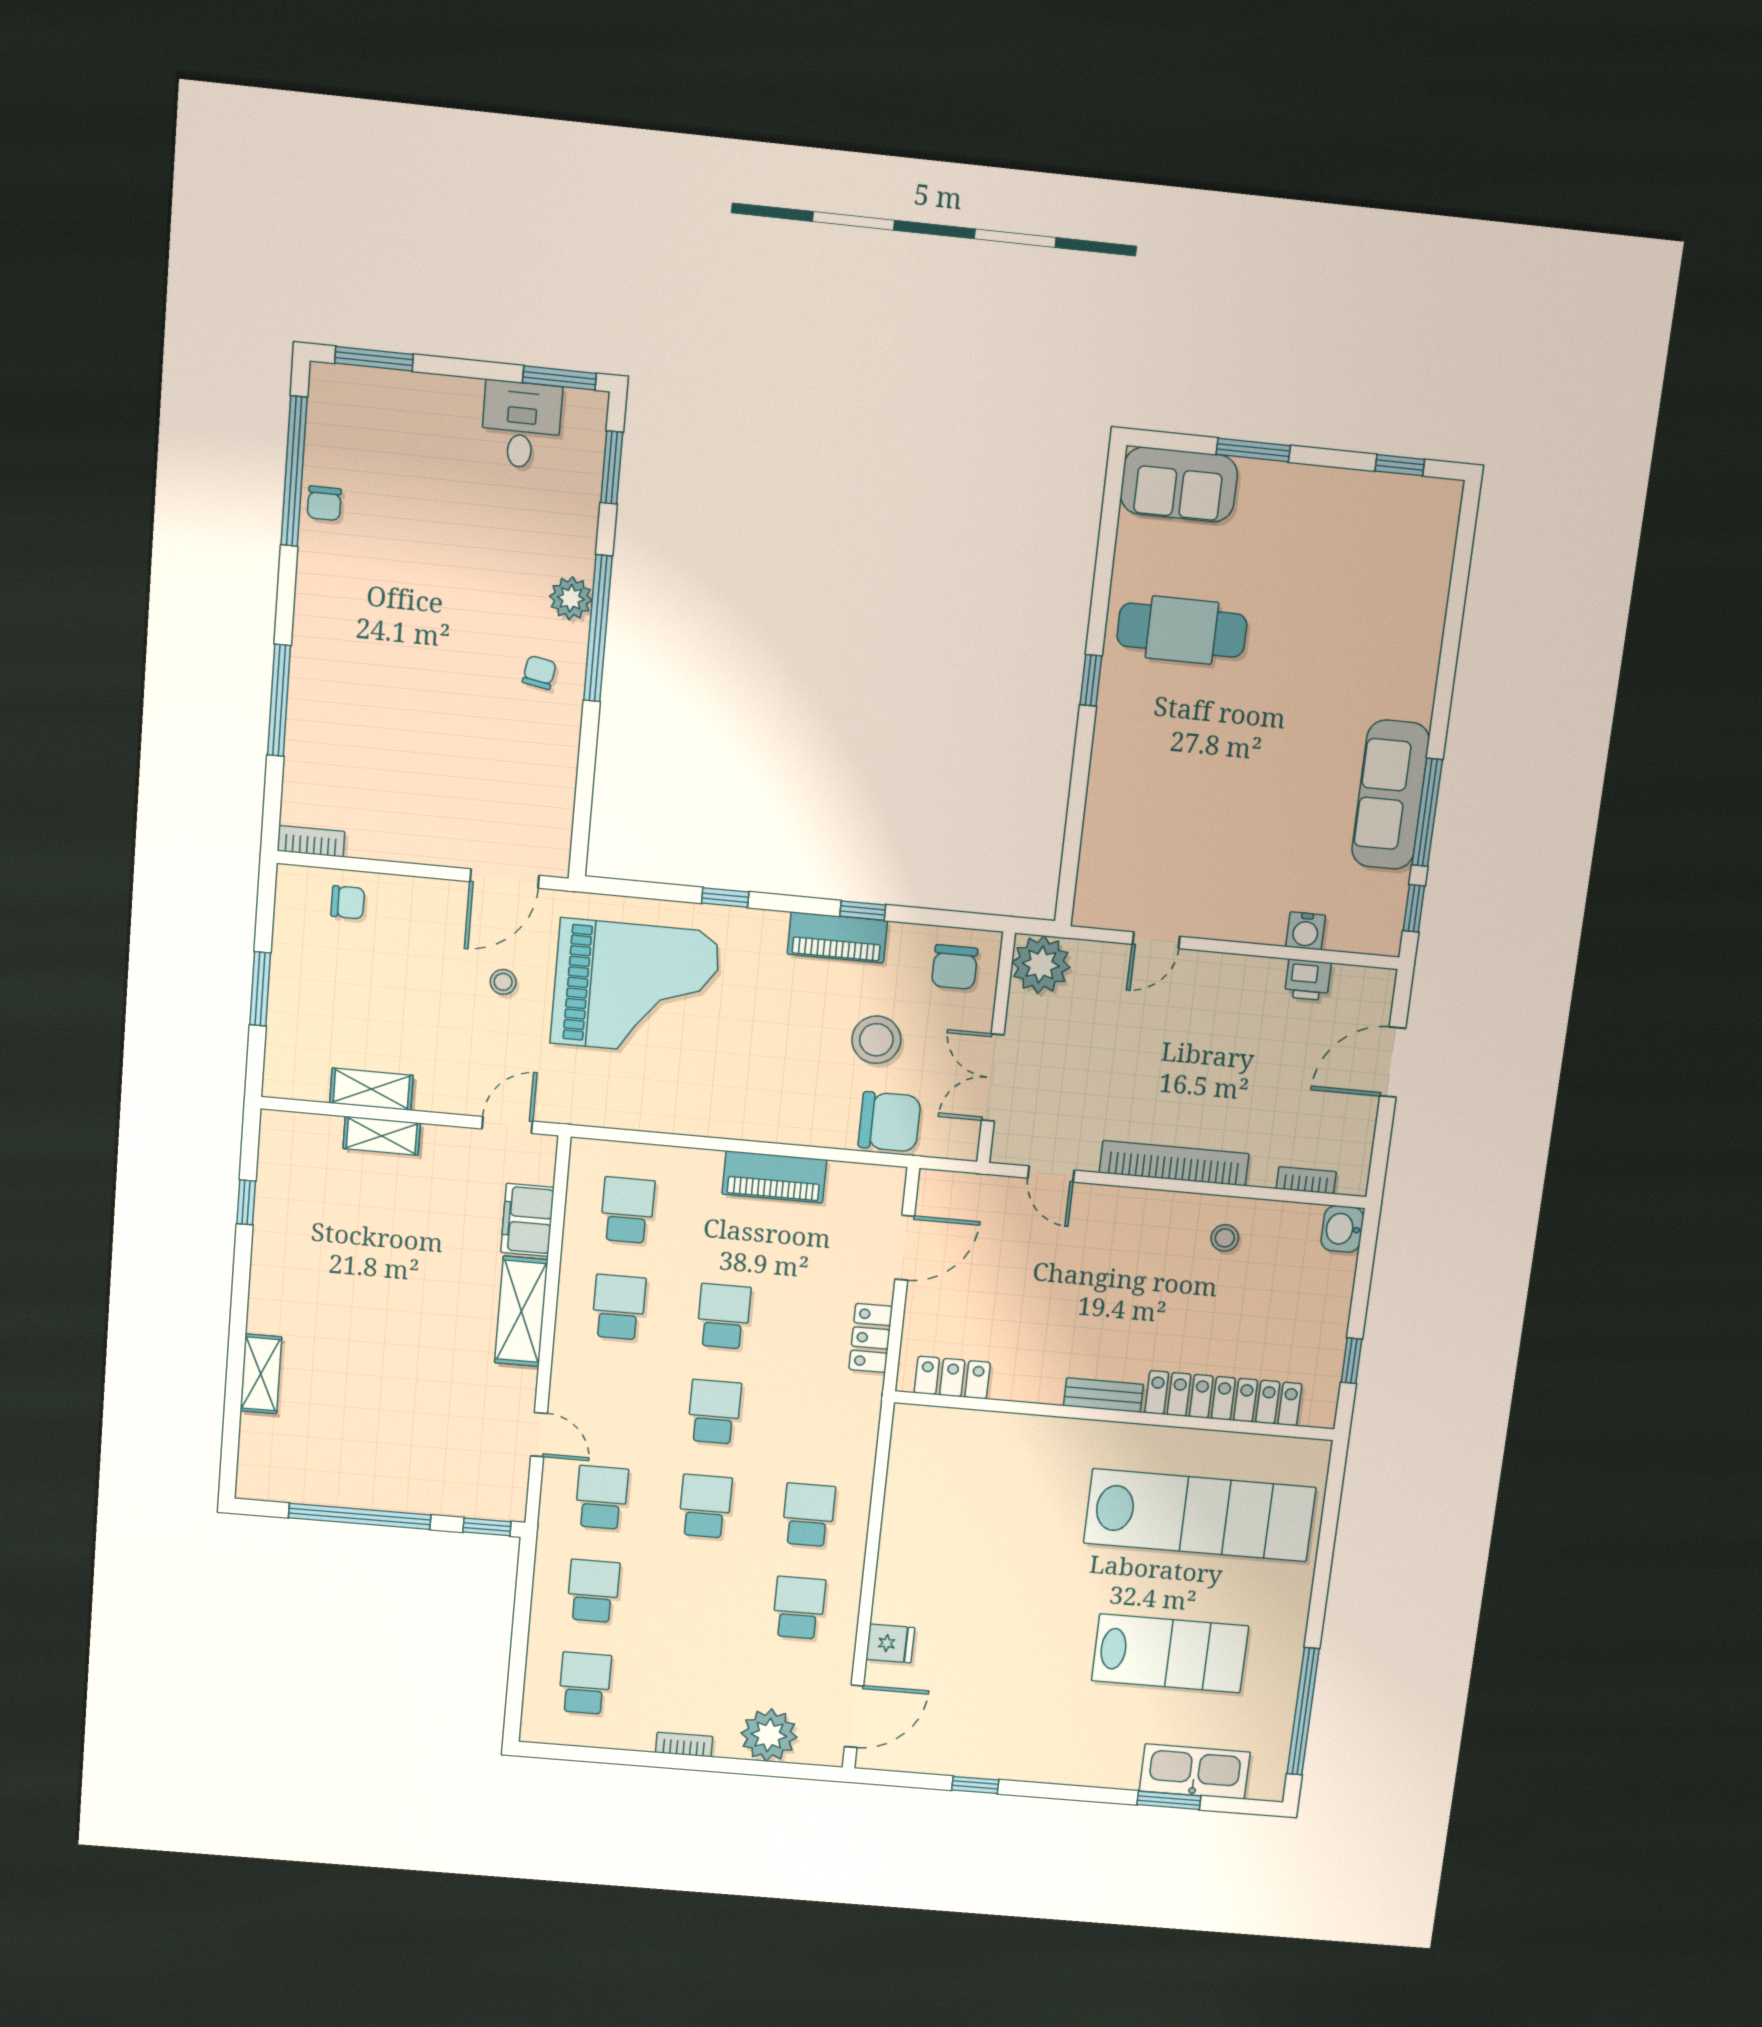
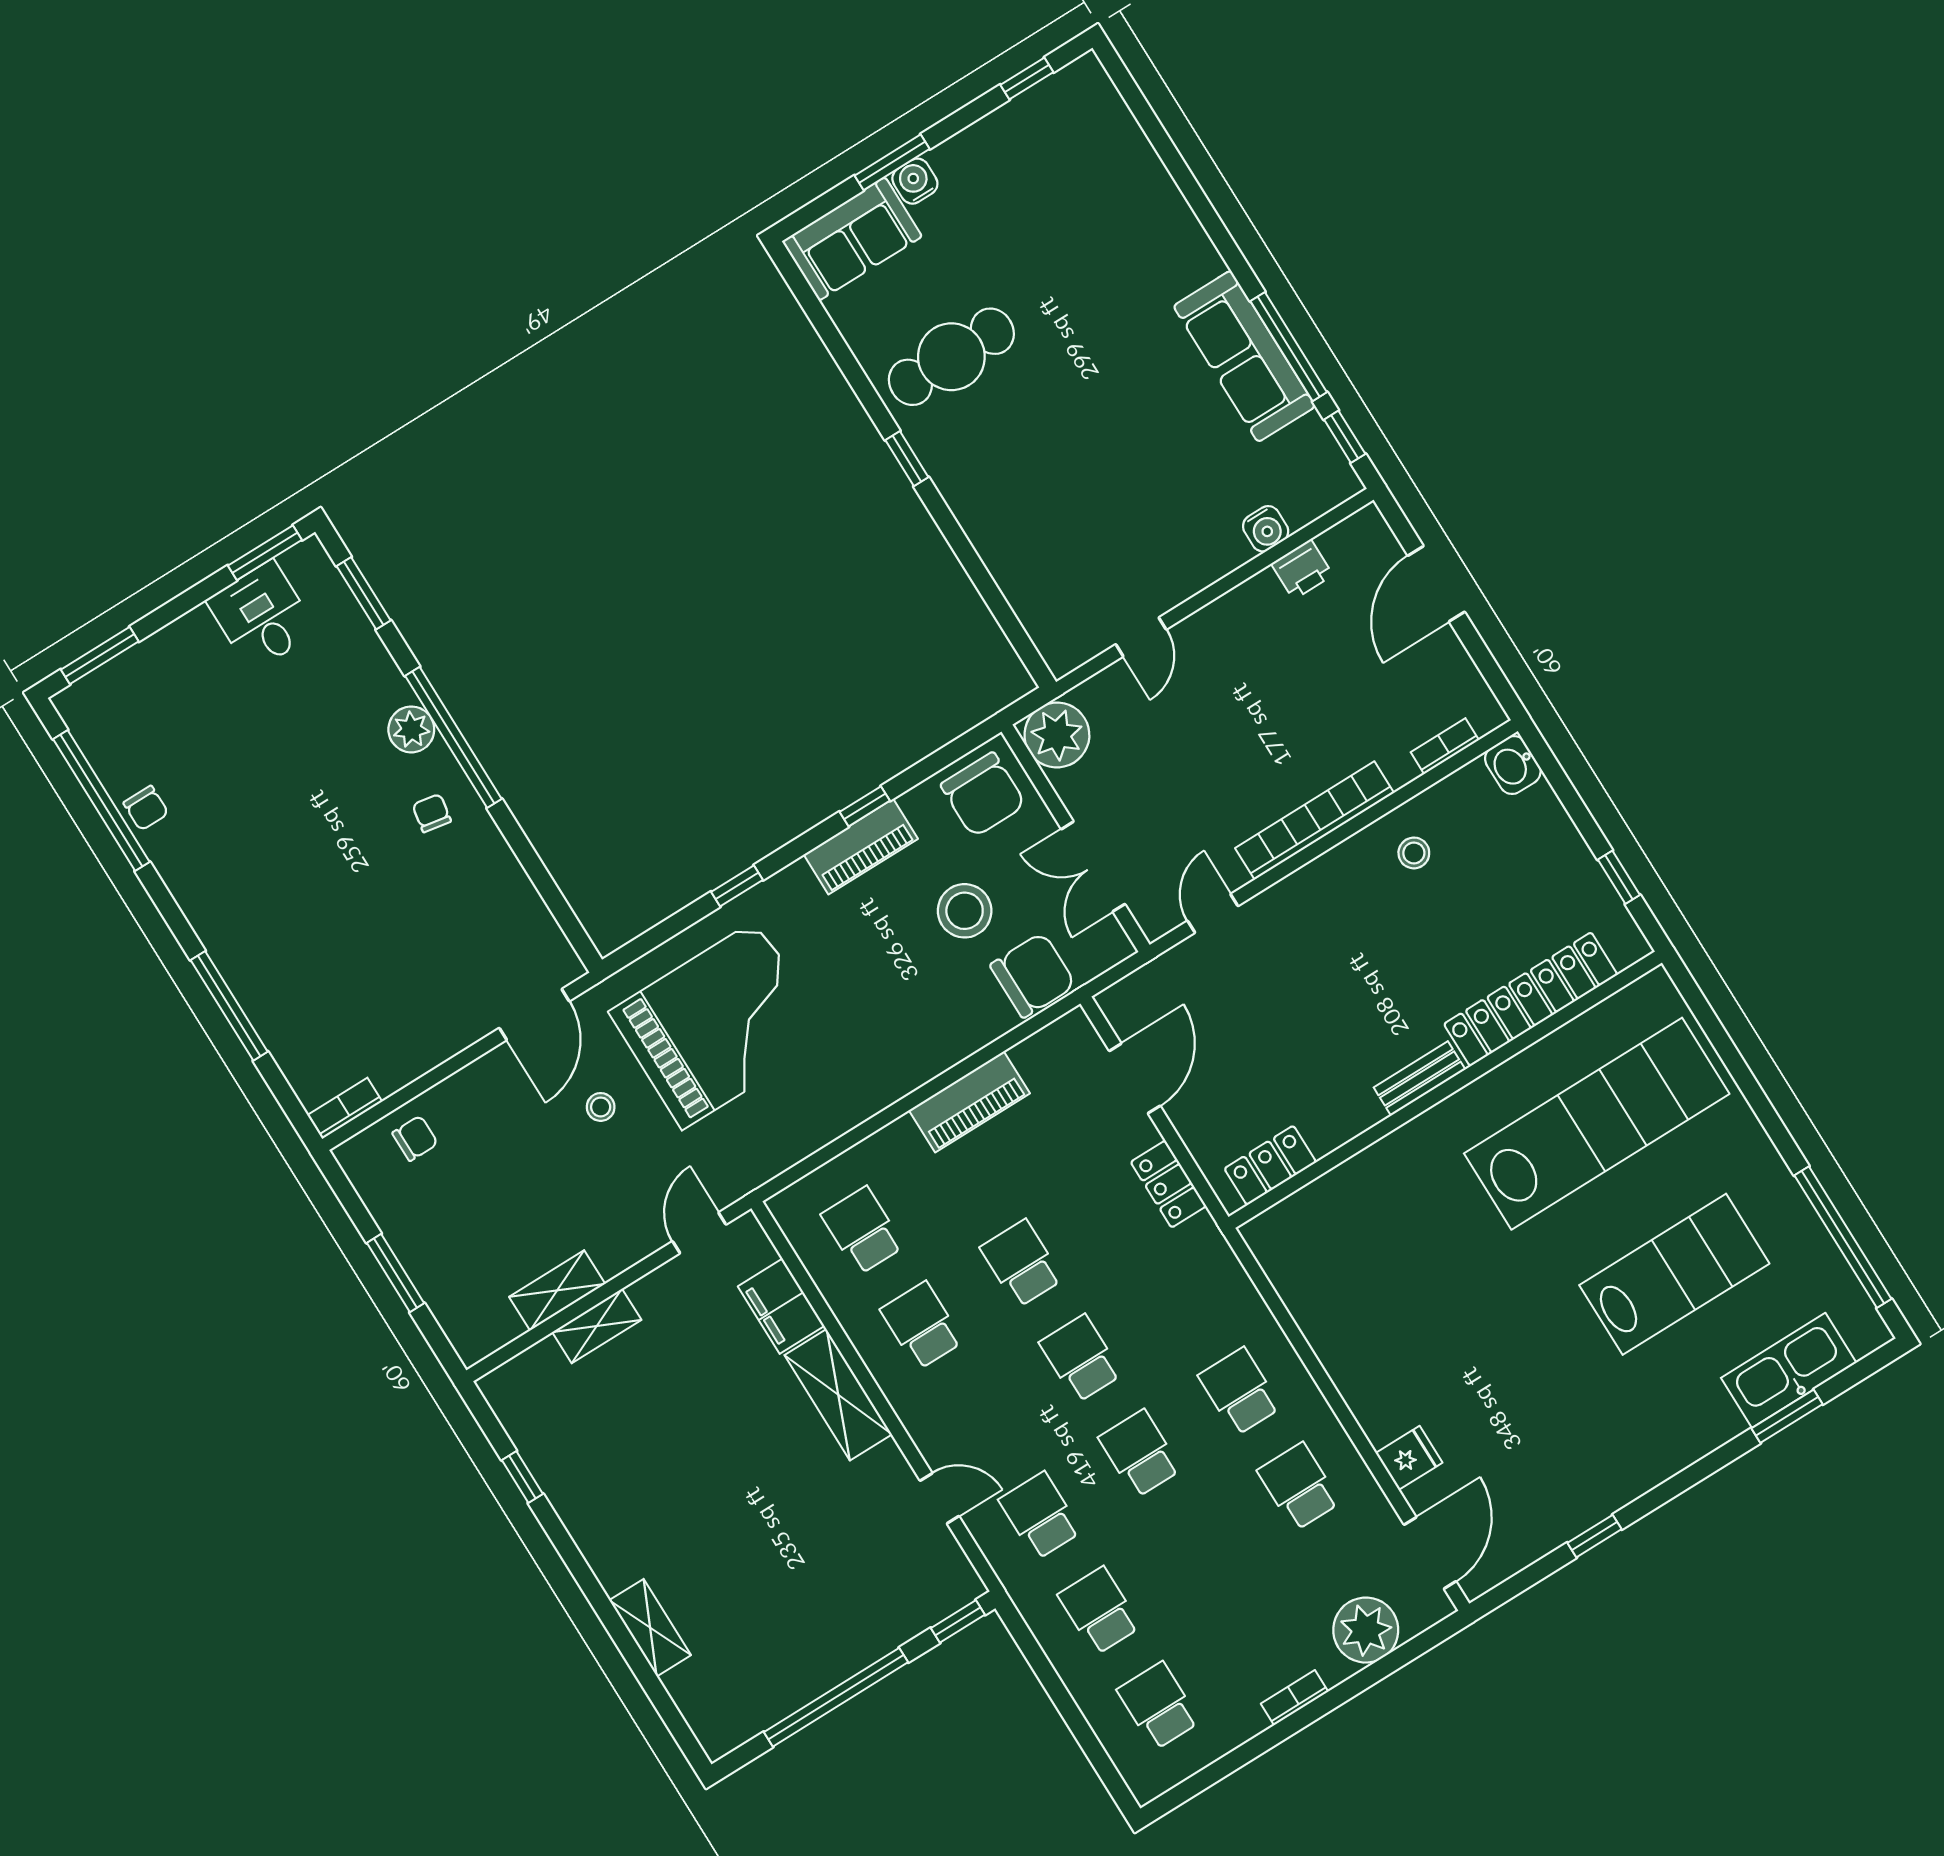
water cooler: (1258, 478) -> (915, 181), added
chair: (955, 967) -> (983, 795), width x1.37, depth x1.37
door: (1051, 1174) -> (1213, 913), swing flipped

